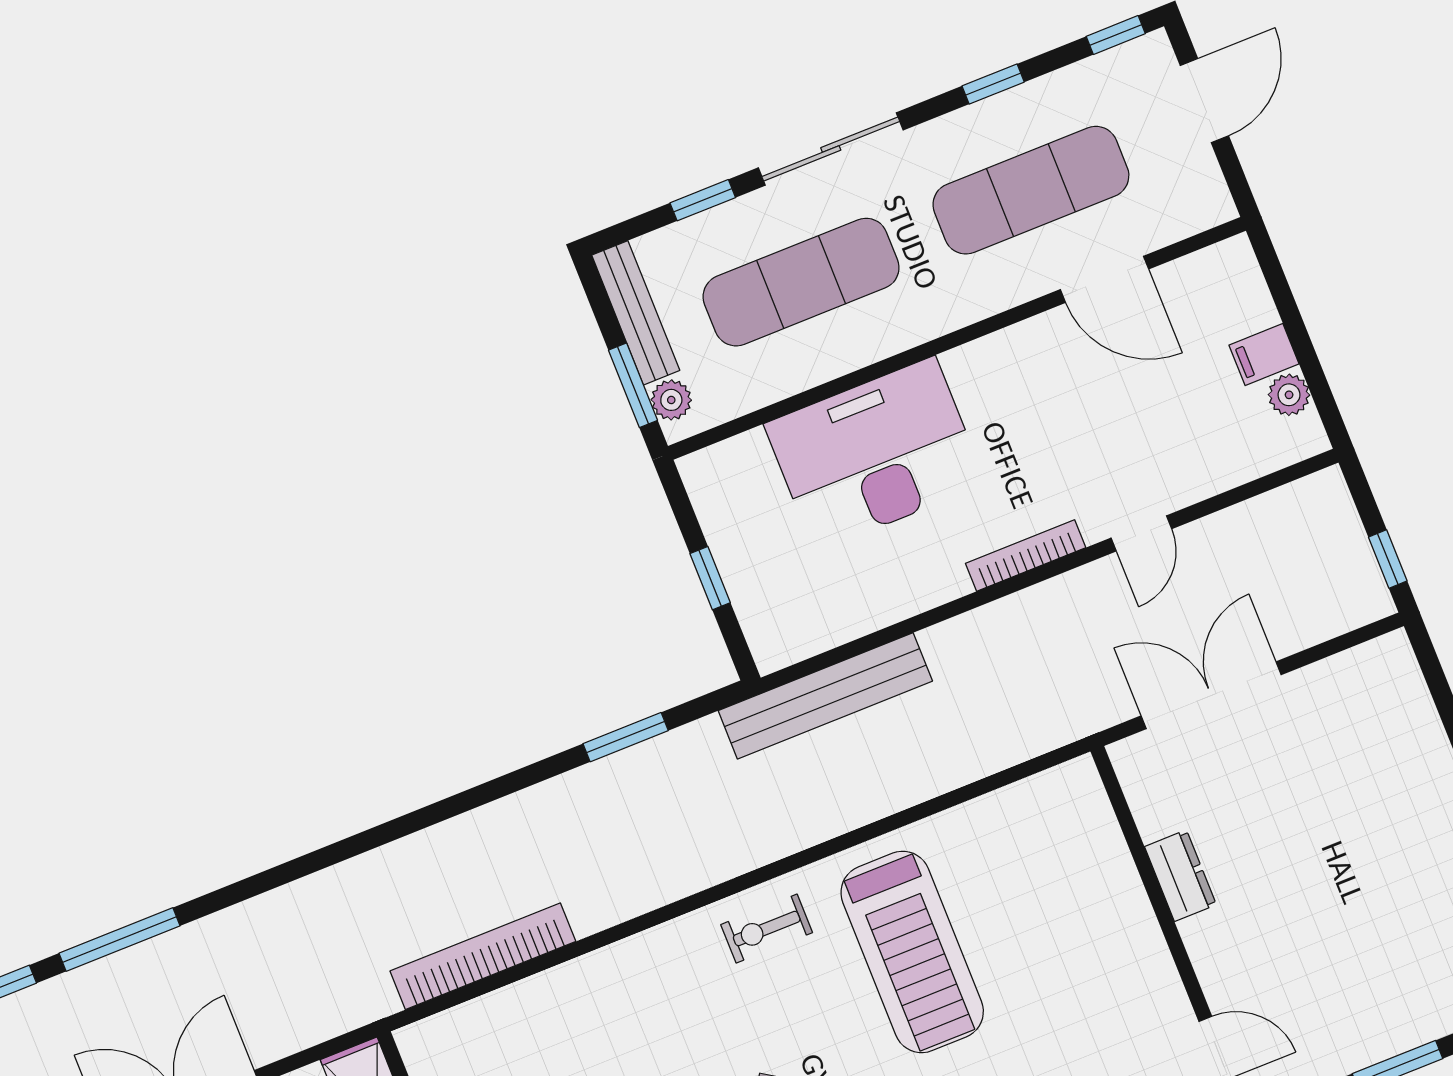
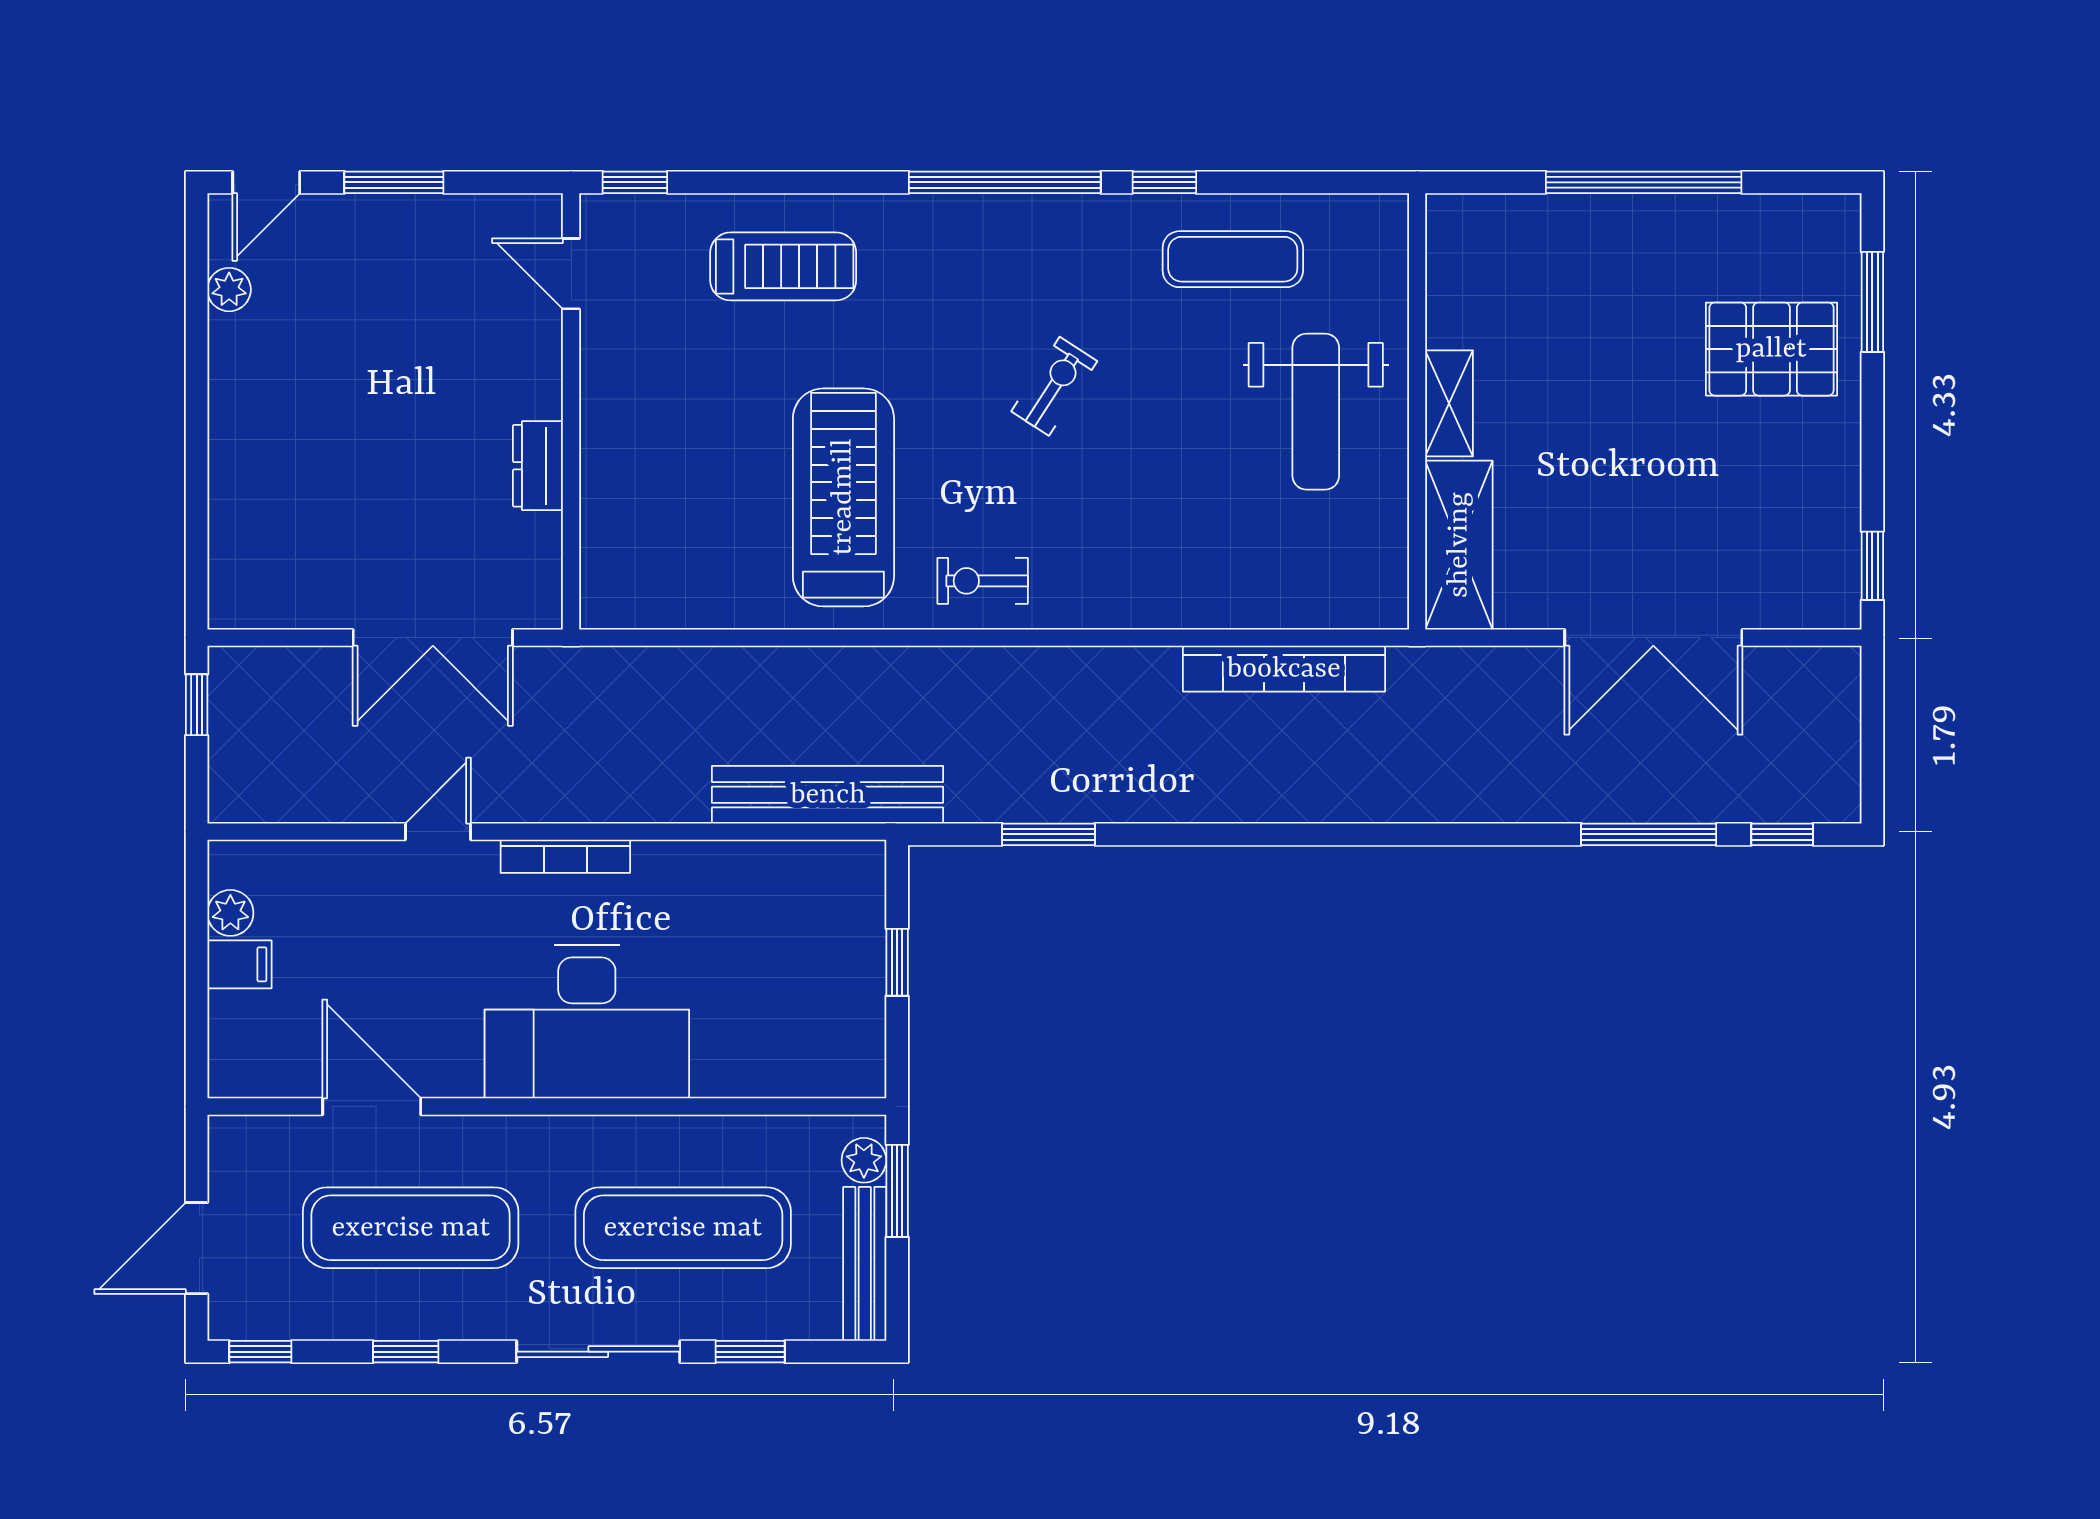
desk: (875, 454) -> (587, 1022), moved
exercise bike: (767, 929) -> (983, 581), turned 180

